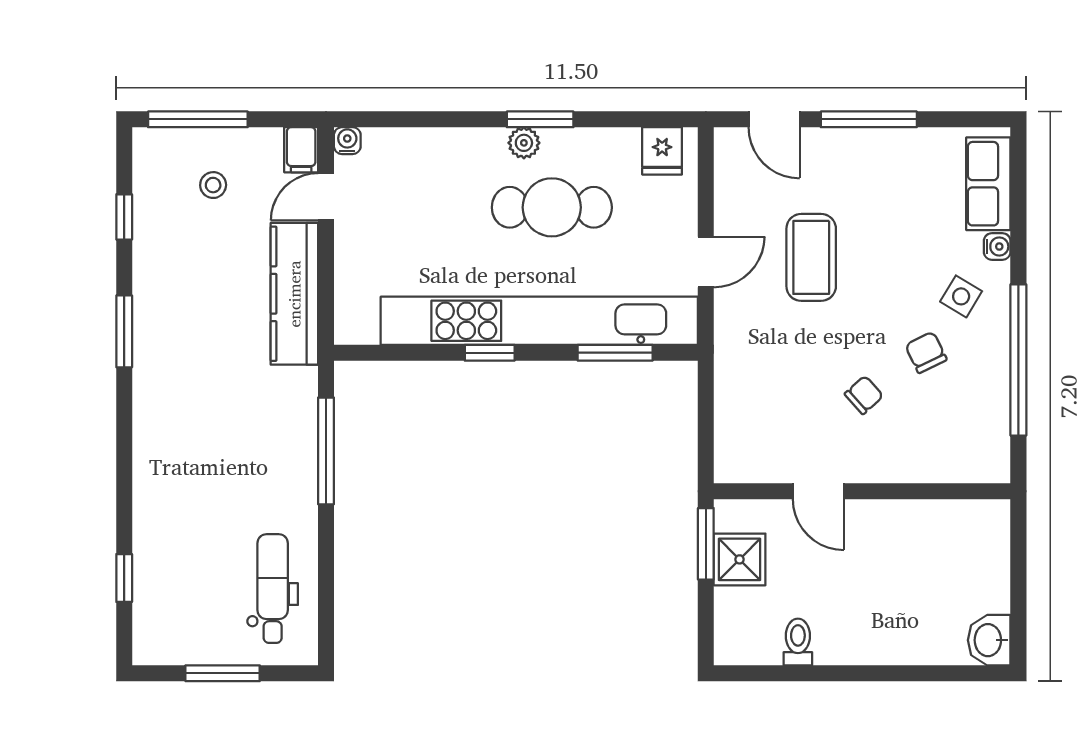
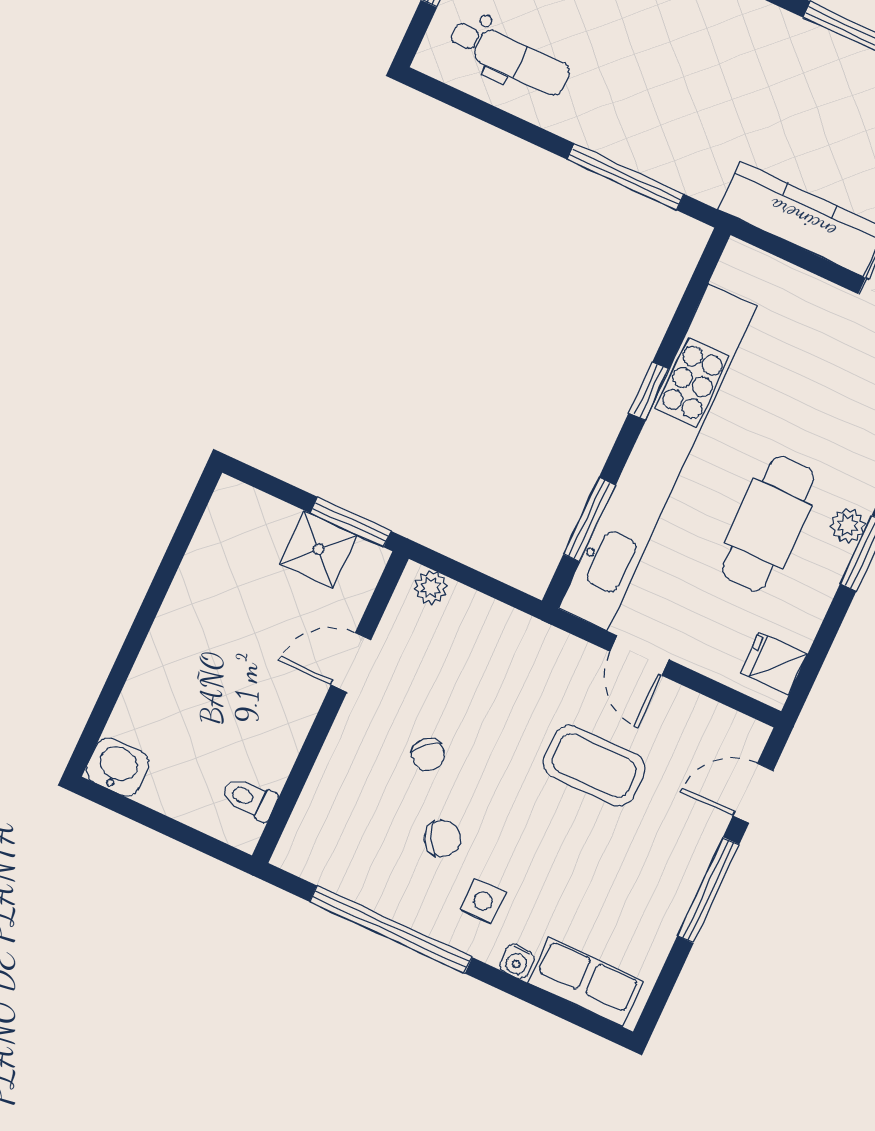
side table: (961, 296) -> (483, 901), turned -31
plant: (729, 455) -> (431, 588), added
toilet: (798, 642) -> (249, 798), moved, turned 180

